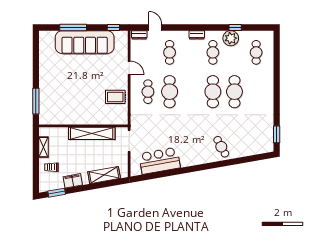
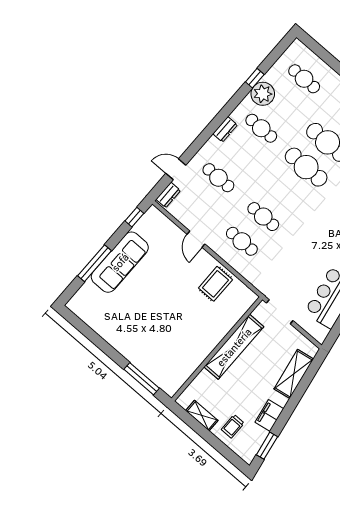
sofa: (85, 42) -> (120, 262), width x0.74, depth x0.79
door: (129, 68) -> (196, 239), swing flipped
cafe table: (170, 92) -> (263, 217), width x0.73, depth x0.74

